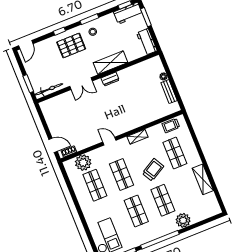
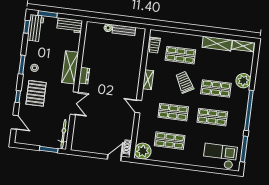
door: (26, 45) -> (15, 122), moved
door: (109, 141) -> (138, 106), hinge flipped
plant: (83, 163) -> (143, 151), moved
shelving: (213, 203) -> (243, 46), added

